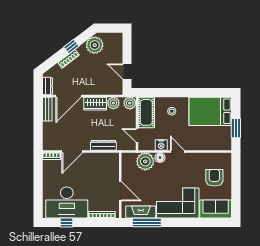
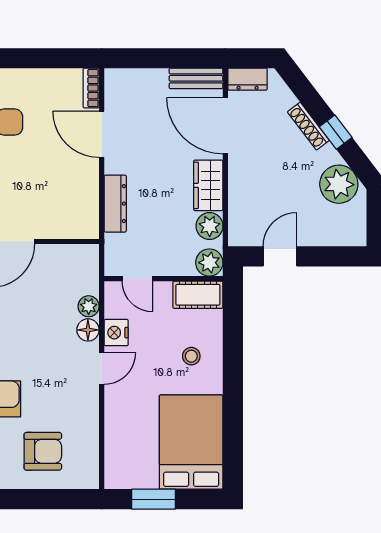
cot: (146, 112) -> (198, 295), width x0.73, depth x0.75
door: (137, 135) -> (137, 279), swing flipped
plant: (145, 161) -> (89, 306), width x0.53, depth x0.53

